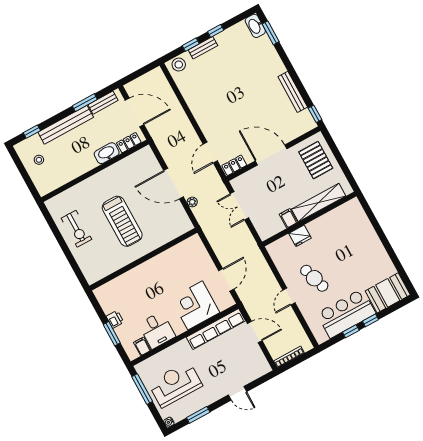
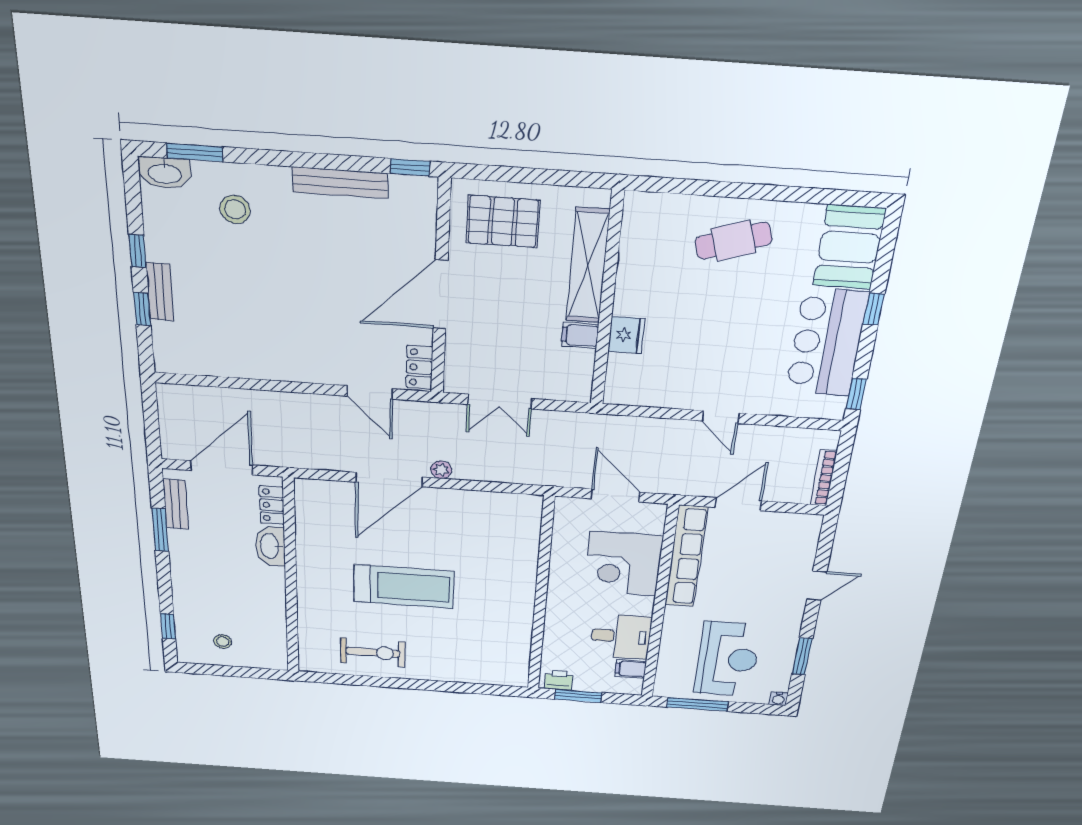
stool: (179, 65) -> (235, 209), moved
bench: (66, 125) -> (184, 576), removed
wall: (143, 259) -> (541, 596), moved
cafe table: (314, 278) -> (733, 241), moved
window: (351, 331) -> (856, 394), moved
reception desk: (175, 384) -> (727, 659), turned 180

